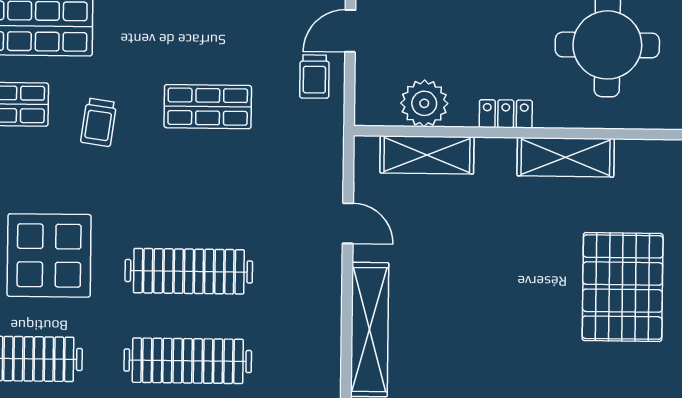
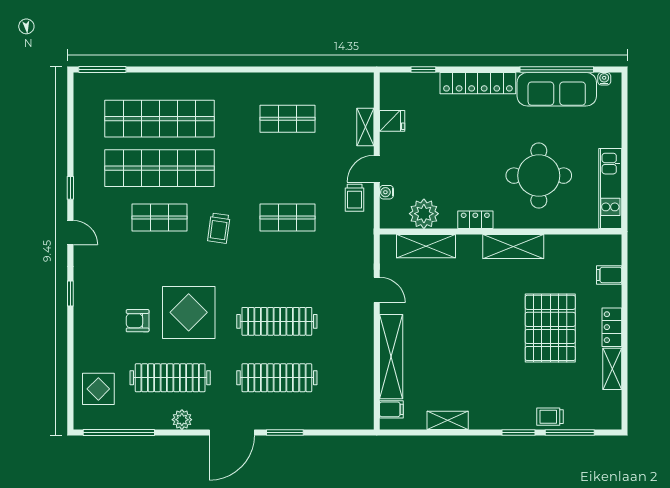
water cooler: (365, 68) -> (387, 192), added

